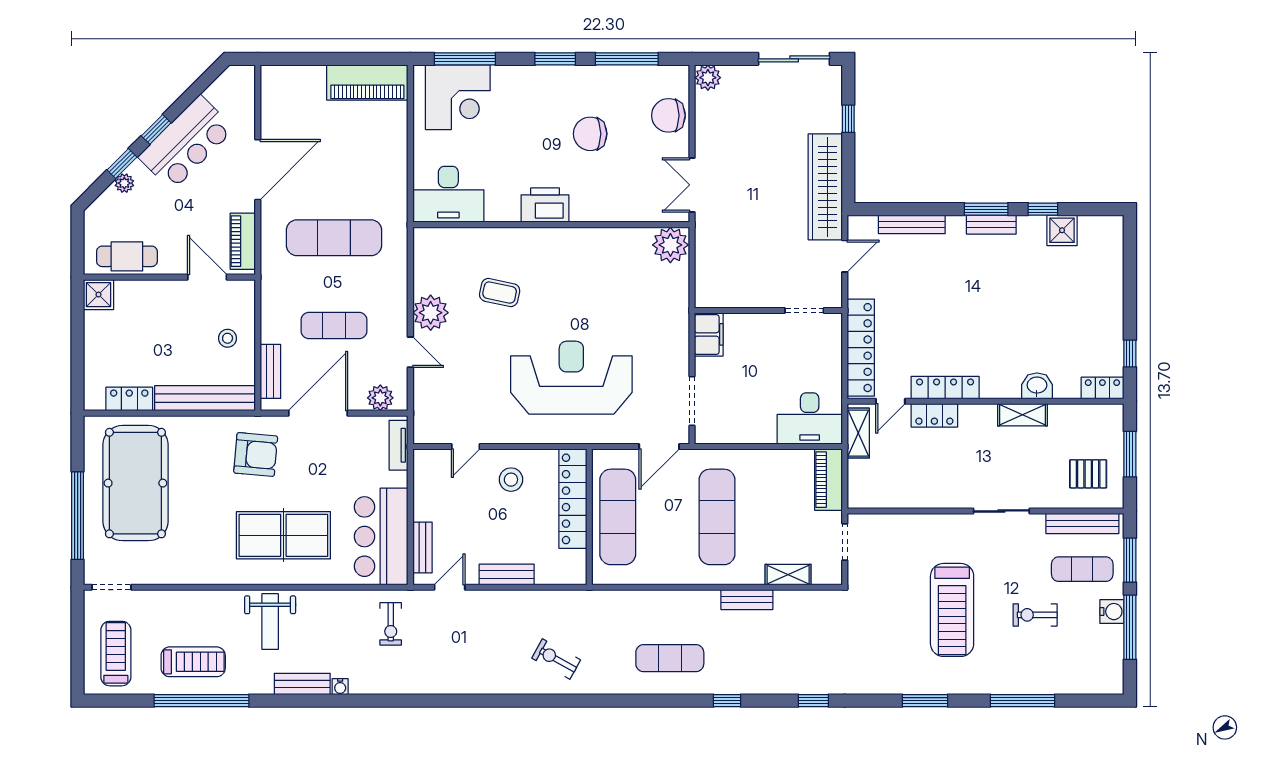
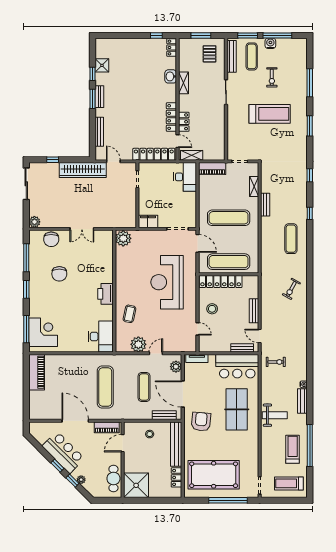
desk: (448, 194) -> (101, 336), moved
printer: (545, 205) -> (106, 294), moved
wall: (551, 225) -> (114, 291), moved
plant: (670, 245) -> (123, 238), moved
shower: (99, 295) -> (136, 485), width x1.86, depth x1.86

